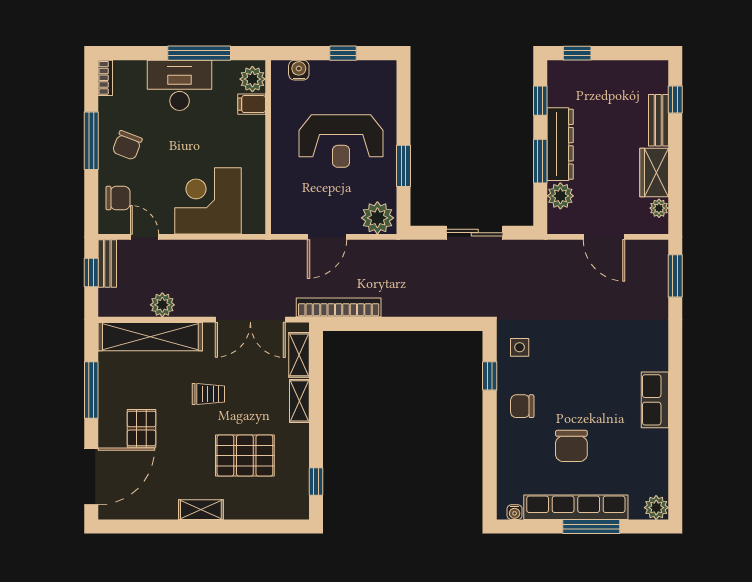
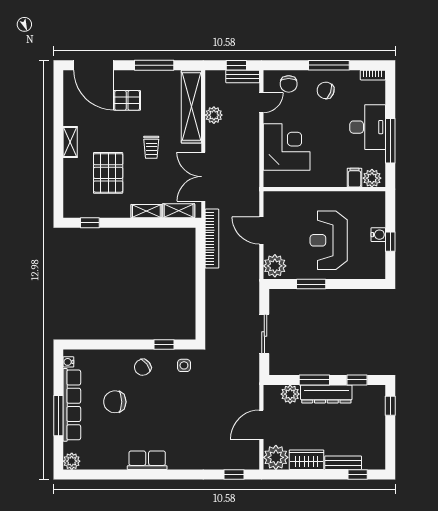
water cooler: (299, 70) -> (378, 235), moved
plant: (659, 208) -> (276, 457), width x1.88, depth x1.88
window: (675, 276) -> (234, 475), width x0.67
chair: (522, 406) -> (143, 367), turned -128

